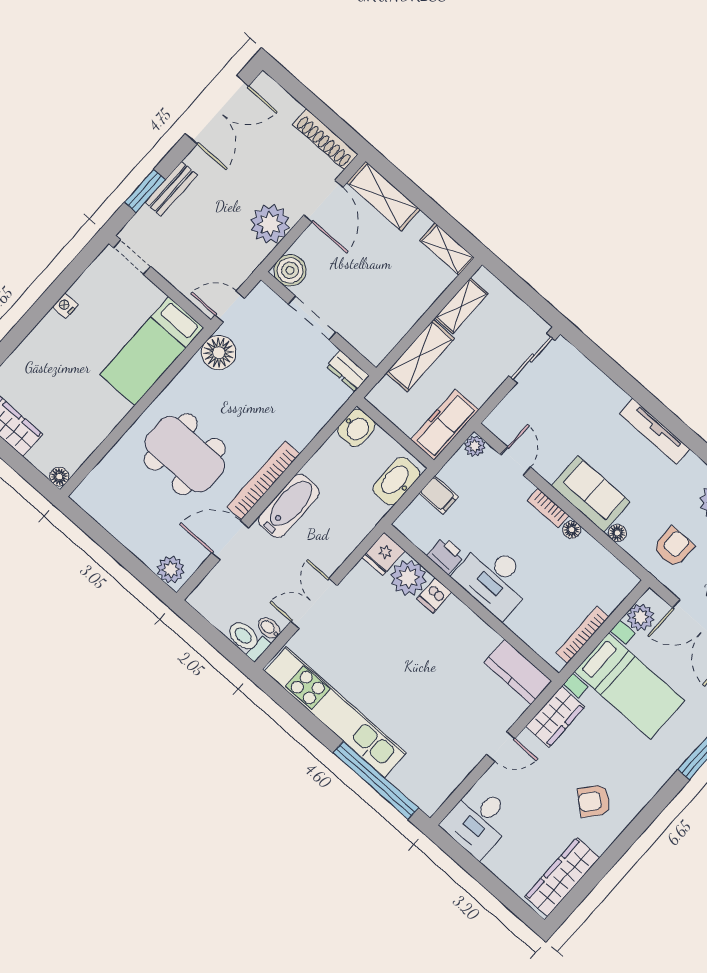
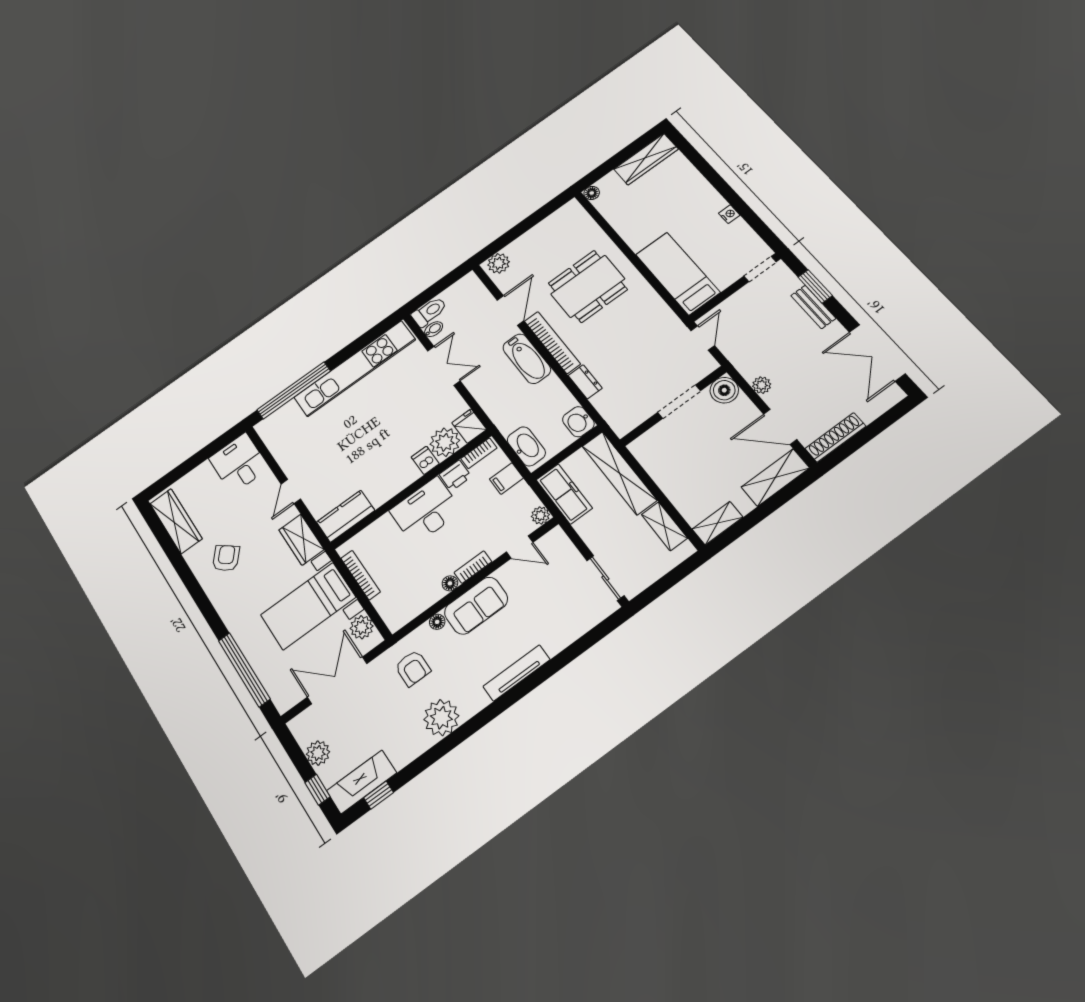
plant: (270, 224) -> (762, 385), width x0.53, depth x0.53
floor lamp: (219, 353) -> (666, 324), removed
shelving: (420, 356) -> (619, 473), width x1.47
dresser: (348, 371) -> (585, 382), moved, turned 90
bookcase: (415, 534) -> (479, 453), added

